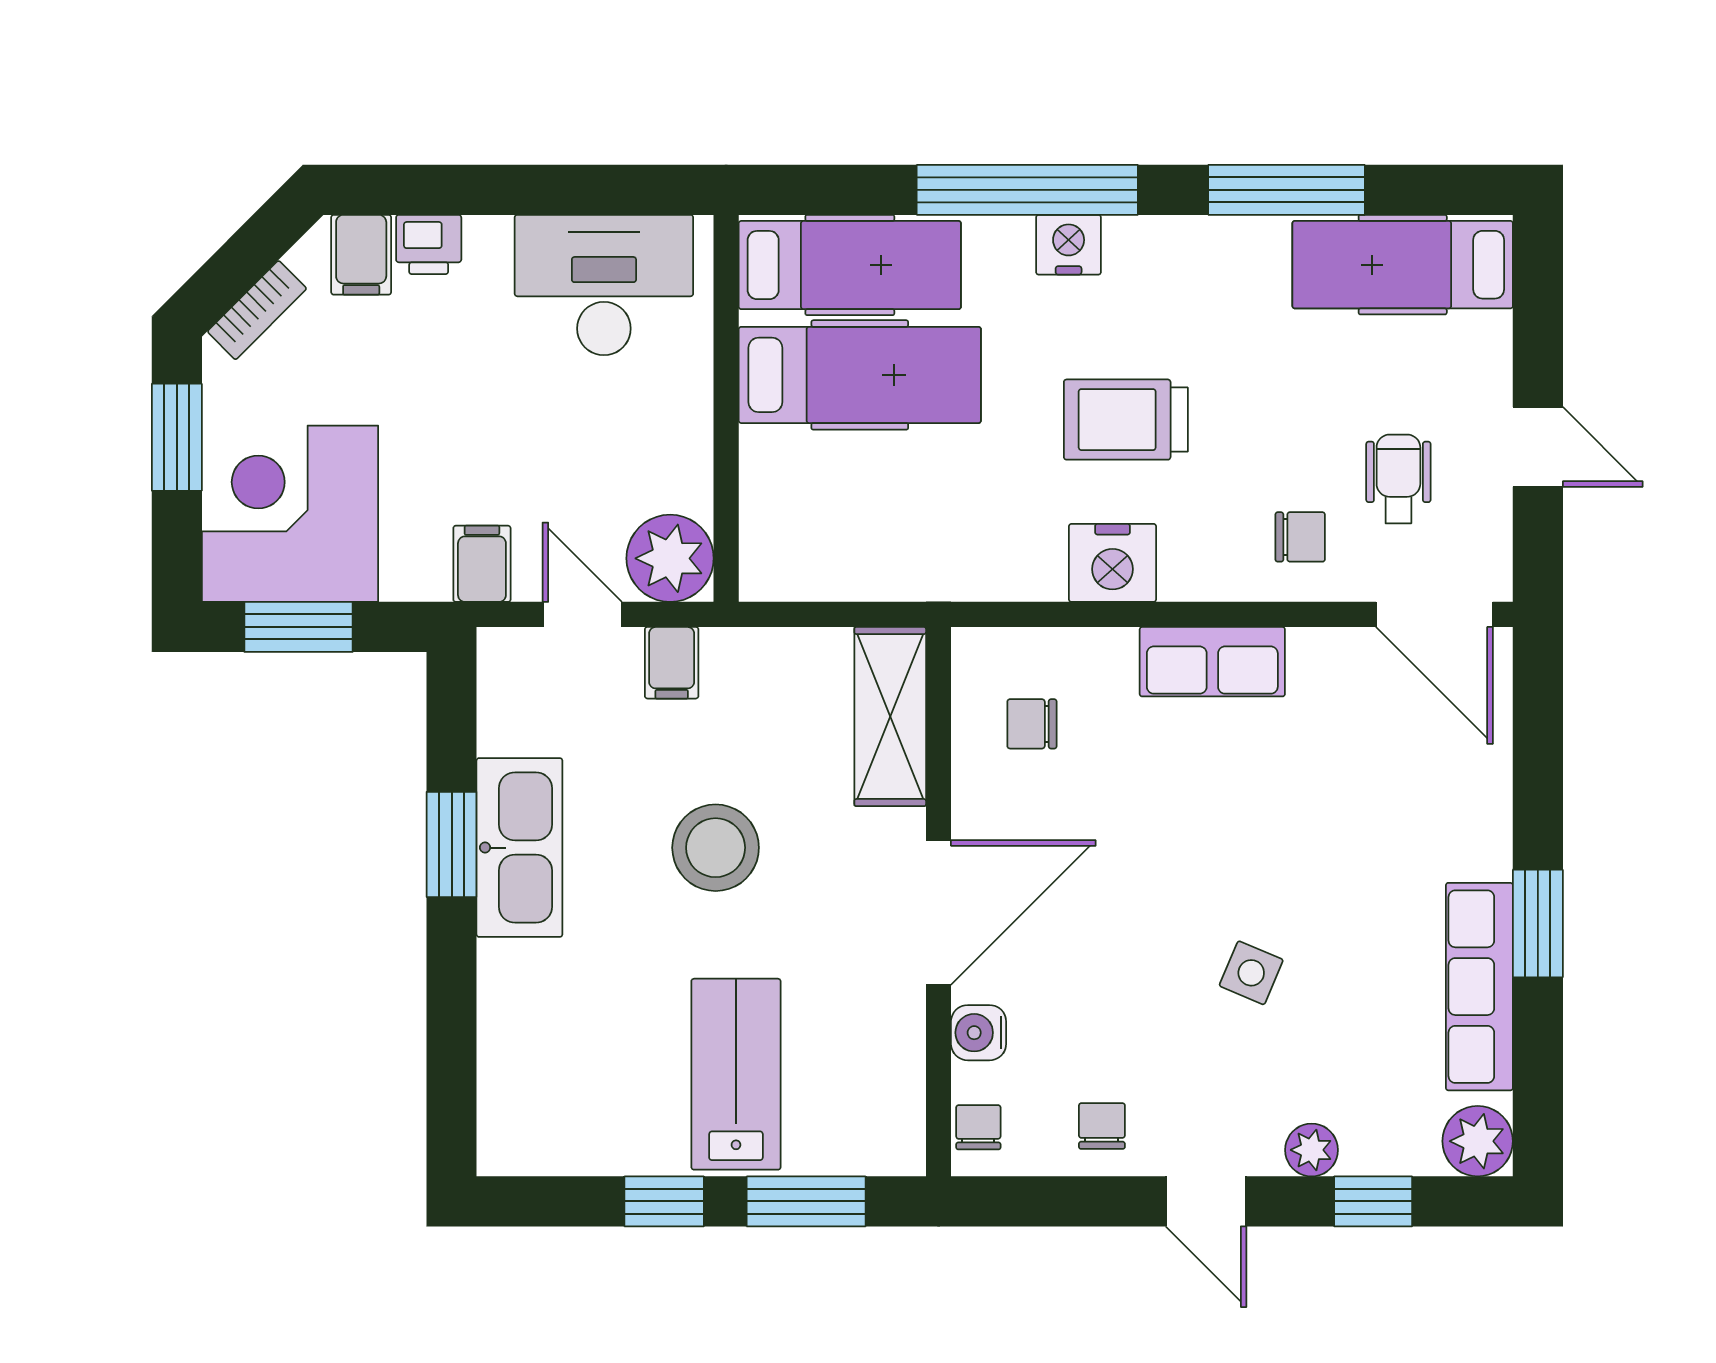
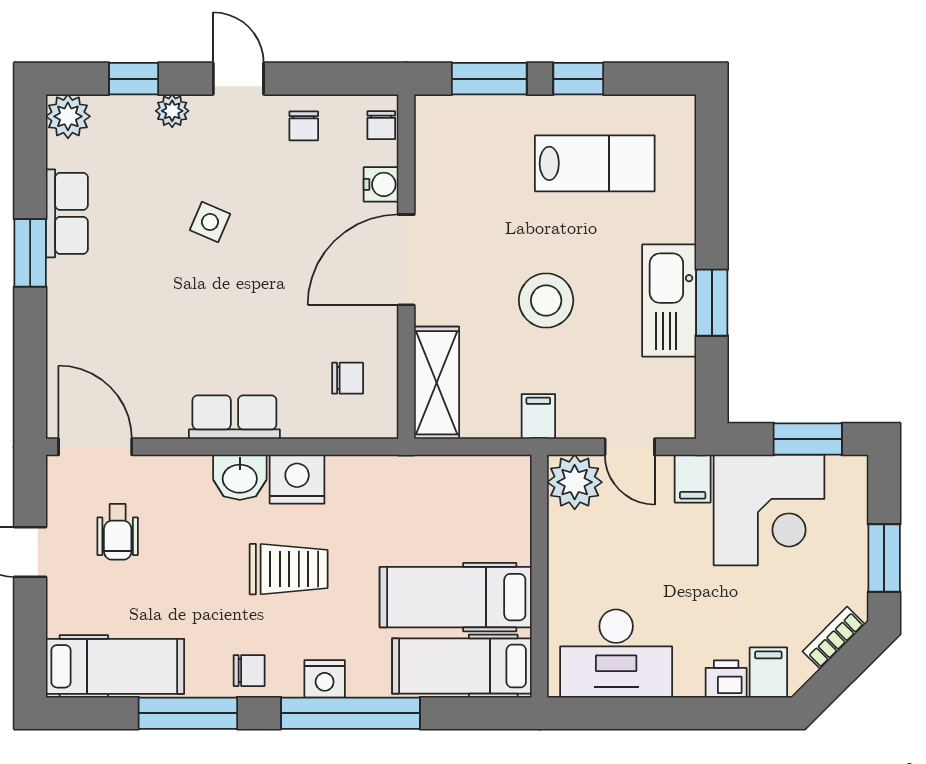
corner desk: (290, 514) -> (769, 510), moved
chair: (1300, 537) -> (249, 671), moved, turned 180
washbasin: (1204, 566) -> (240, 477), added
filing cabinet: (672, 663) -> (538, 417), moved
row of seats: (1479, 987) -> (67, 213), width x0.68
lab bench: (736, 1074) -> (595, 163), moved, turned -90

